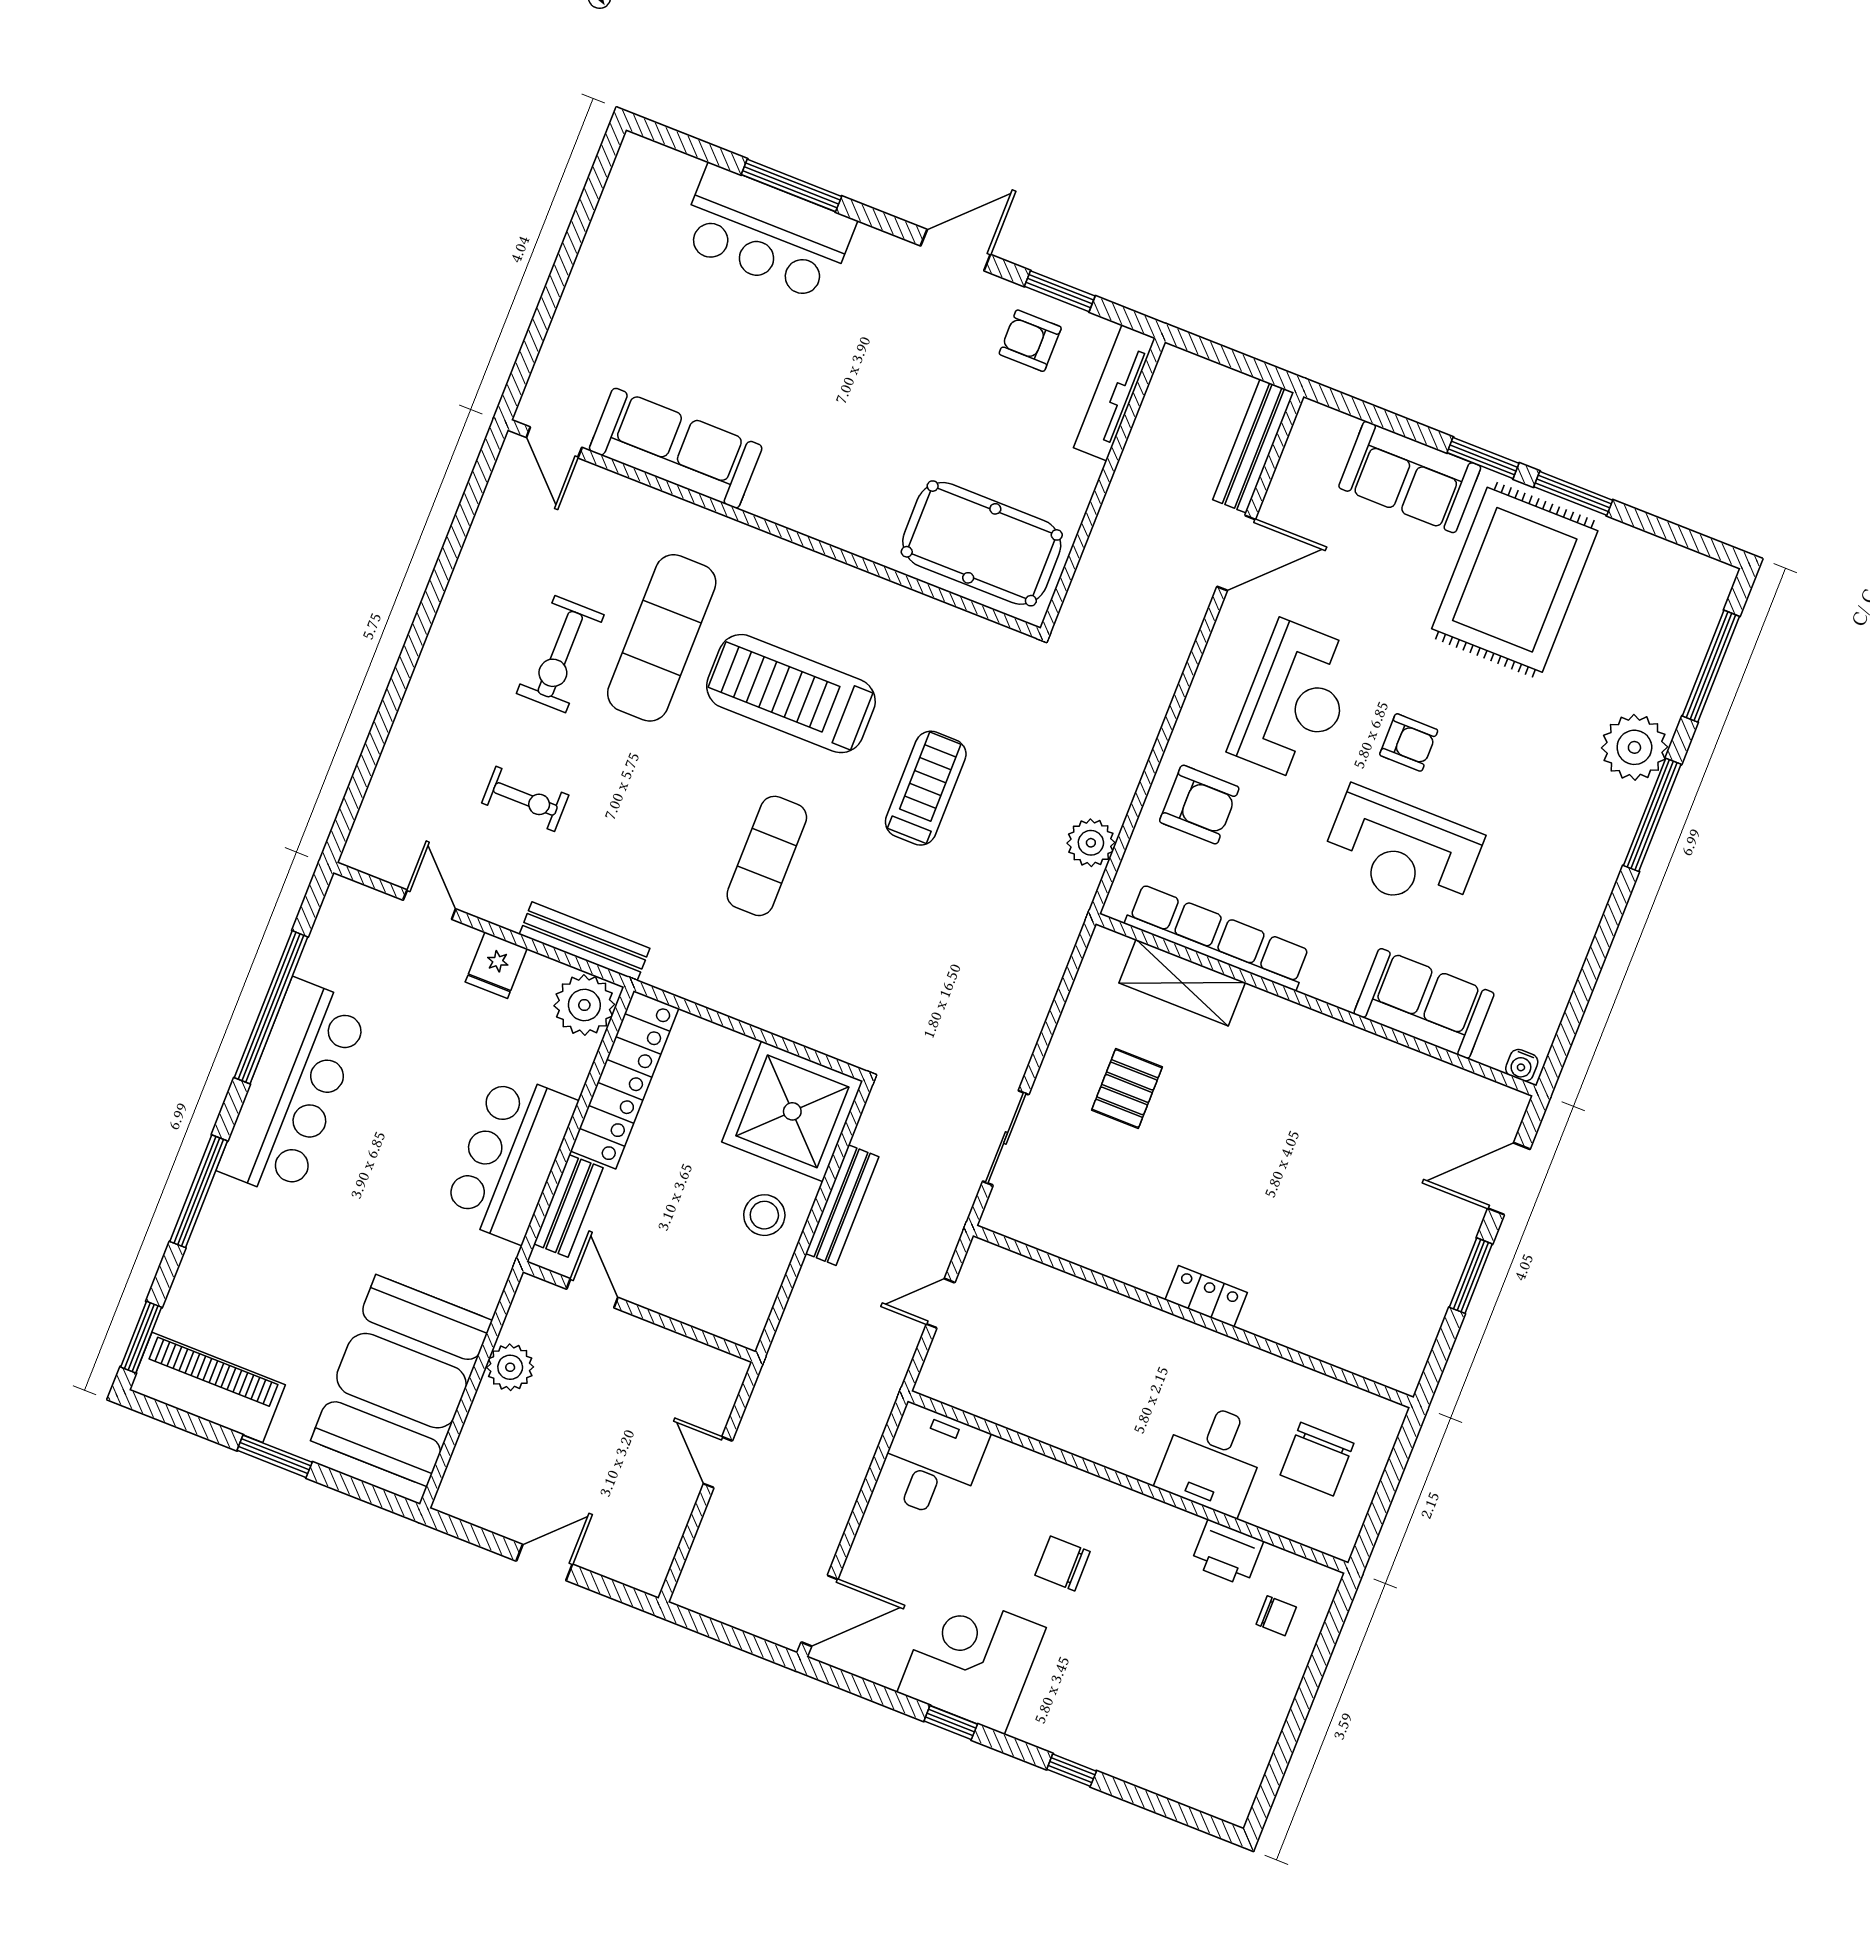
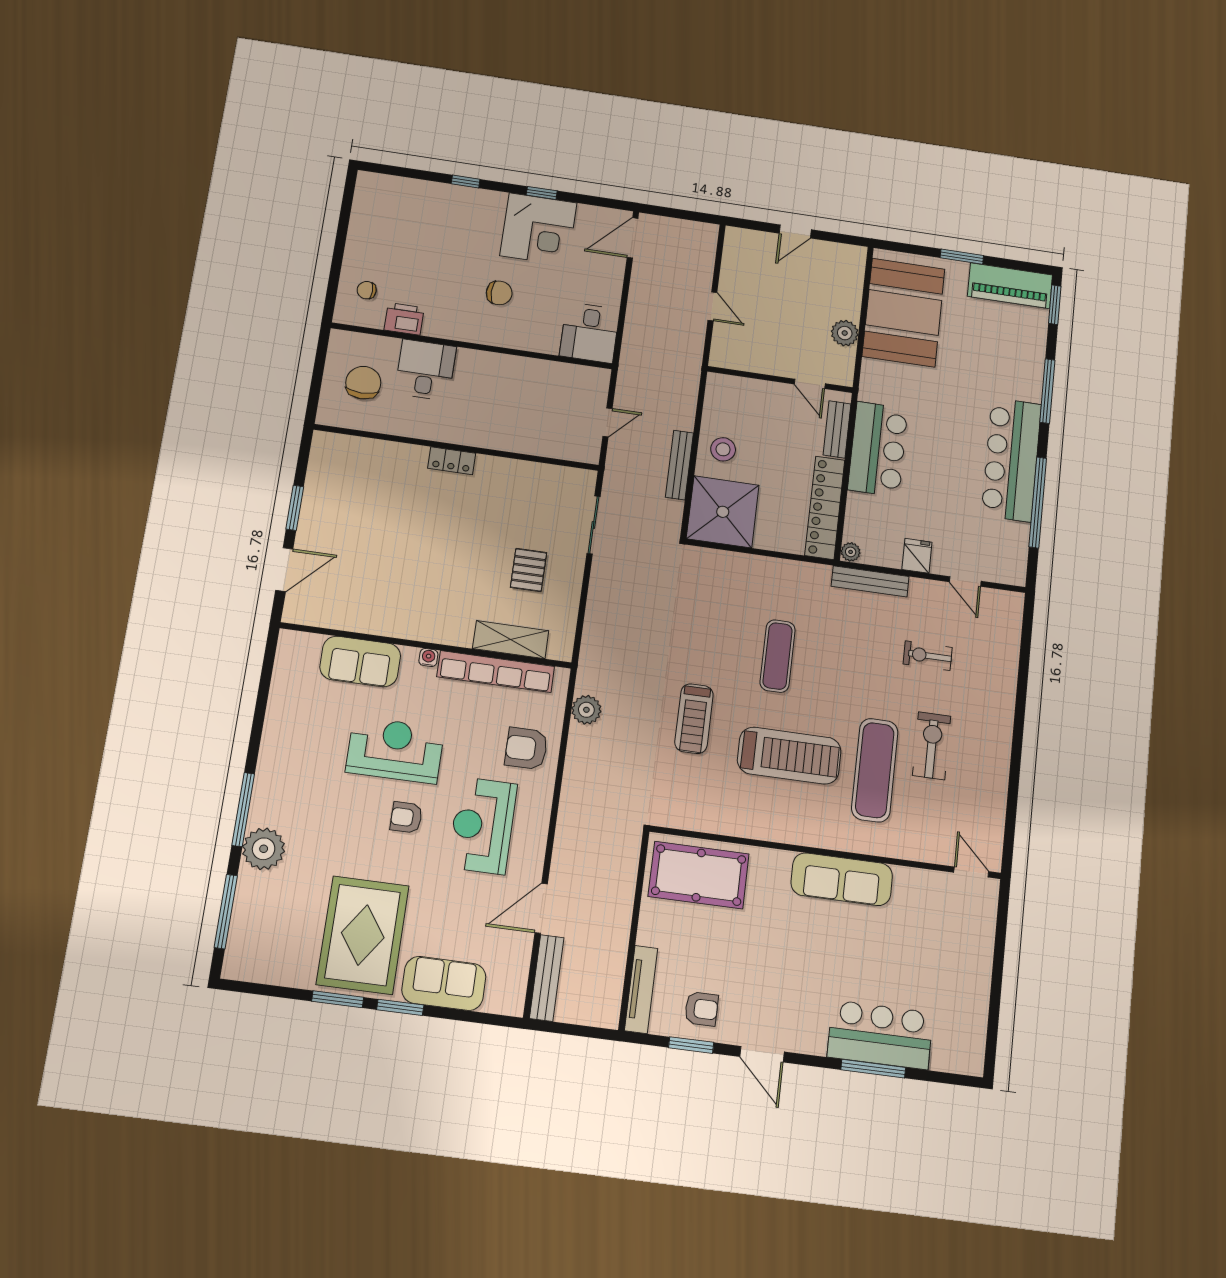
door: (956, 250) -> (762, 1054), hinge flipped
sofa: (676, 448) -> (842, 879), moved
plant: (584, 1005) -> (851, 552), width x0.53, depth x0.53
water cooler: (1522, 1065) -> (428, 658), moved

